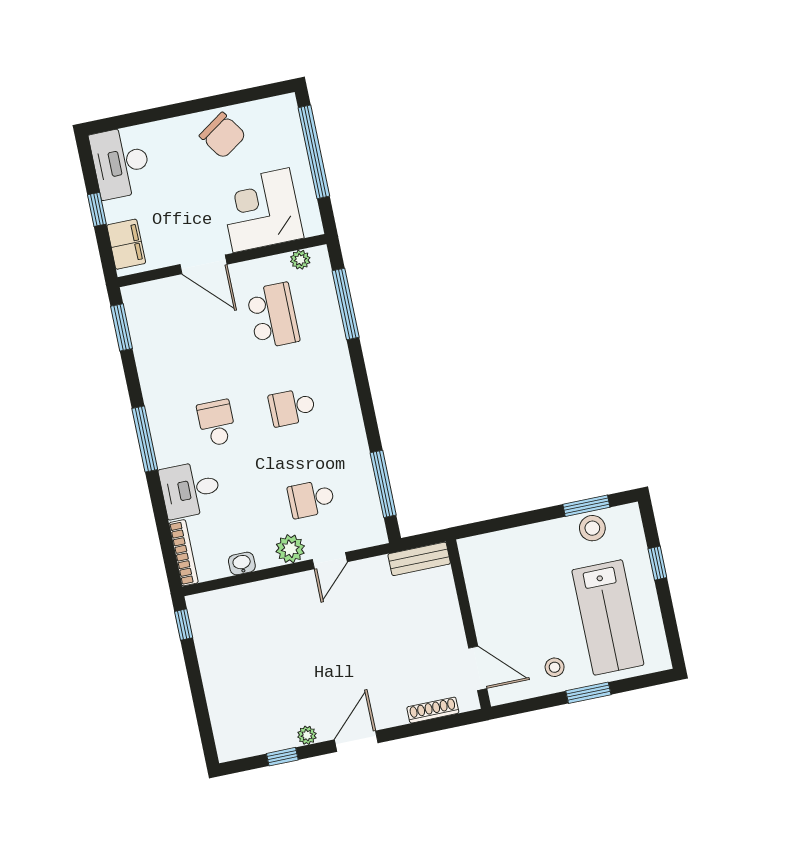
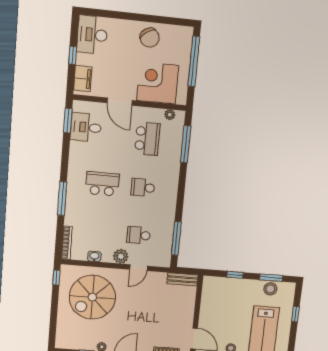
school desk: (217, 423) -> (102, 184), width x1.85
window: (145, 439) -> (62, 199), moved
desk: (190, 490) -> (86, 127), moved
window: (516, 521) -> (235, 275), added
spiral stairs: (261, 643) -> (92, 297), added

